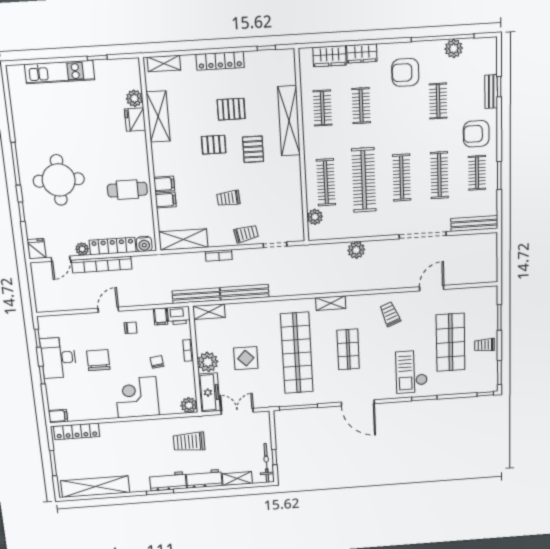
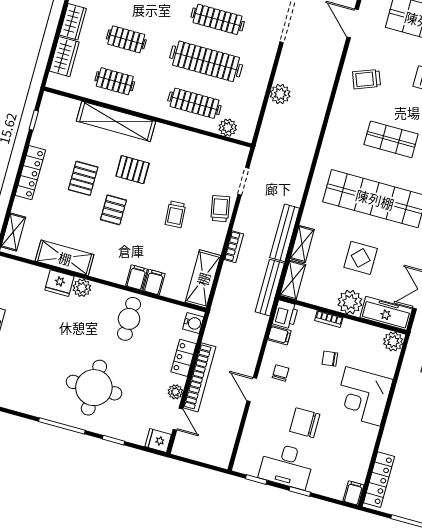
plant: (134, 98) -> (82, 288), moved
locker: (113, 246) -> (184, 358), width x0.66
shelving: (331, 303) -> (302, 244), moved

